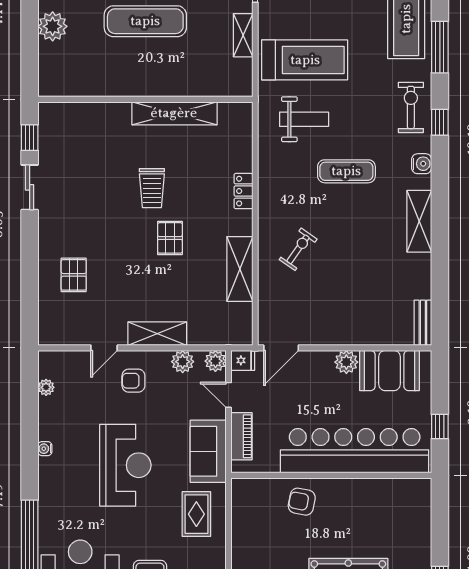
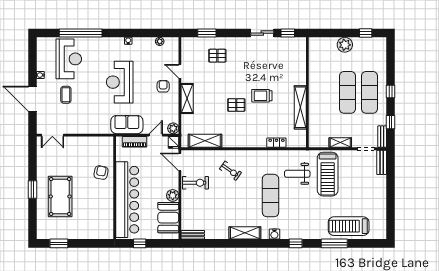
exercise bike: (411, 107) -> (195, 183), moved
weight bench: (304, 119) -> (297, 174), turned 90
exercise mat: (346, 171) -> (271, 196), width x1.36, depth x1.45
locker: (243, 191) -> (276, 143), moved
shelving: (240, 269) -> (205, 141), moved
window: (30, 295) -> (207, 33), added
plant: (183, 362) -> (173, 111), removed
reception desk: (125, 465) -> (120, 82), turned 90
rug: (196, 514) -> (95, 119), removed

